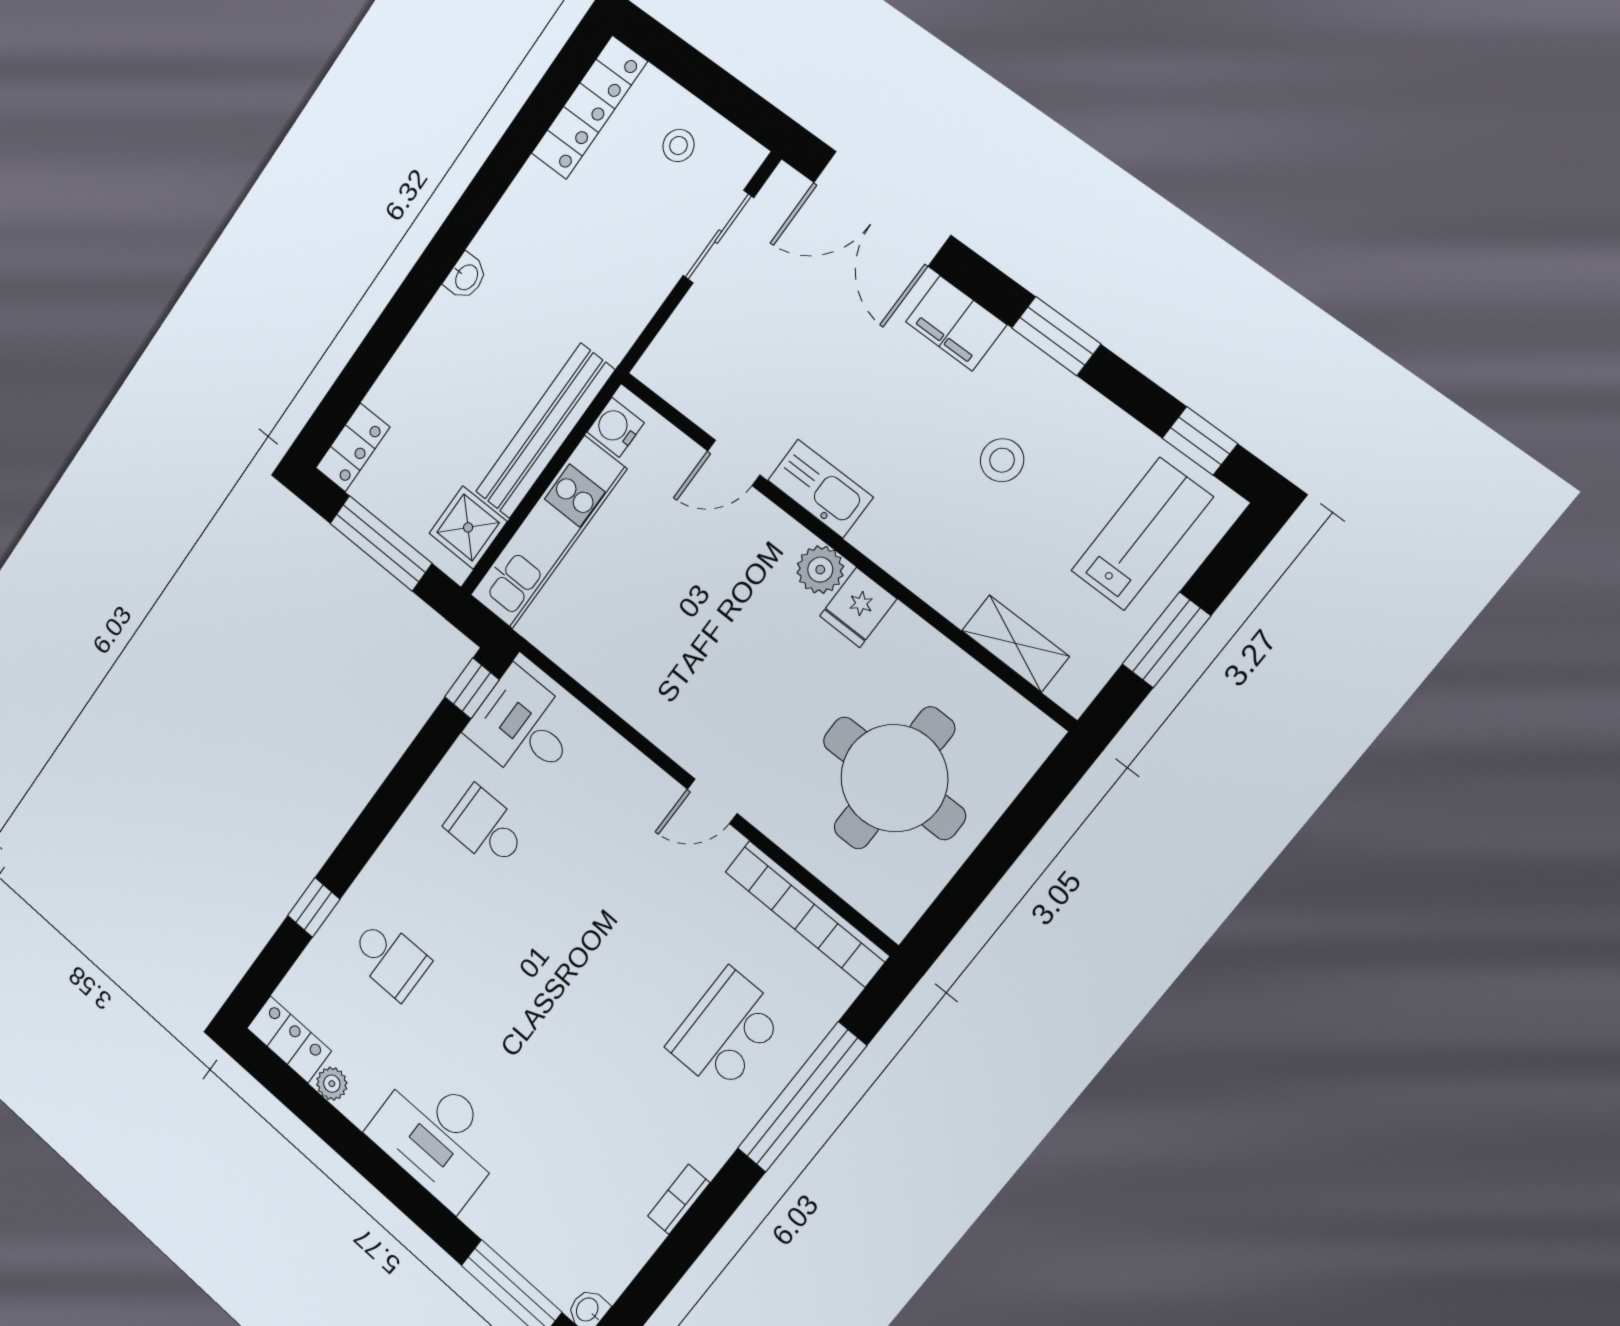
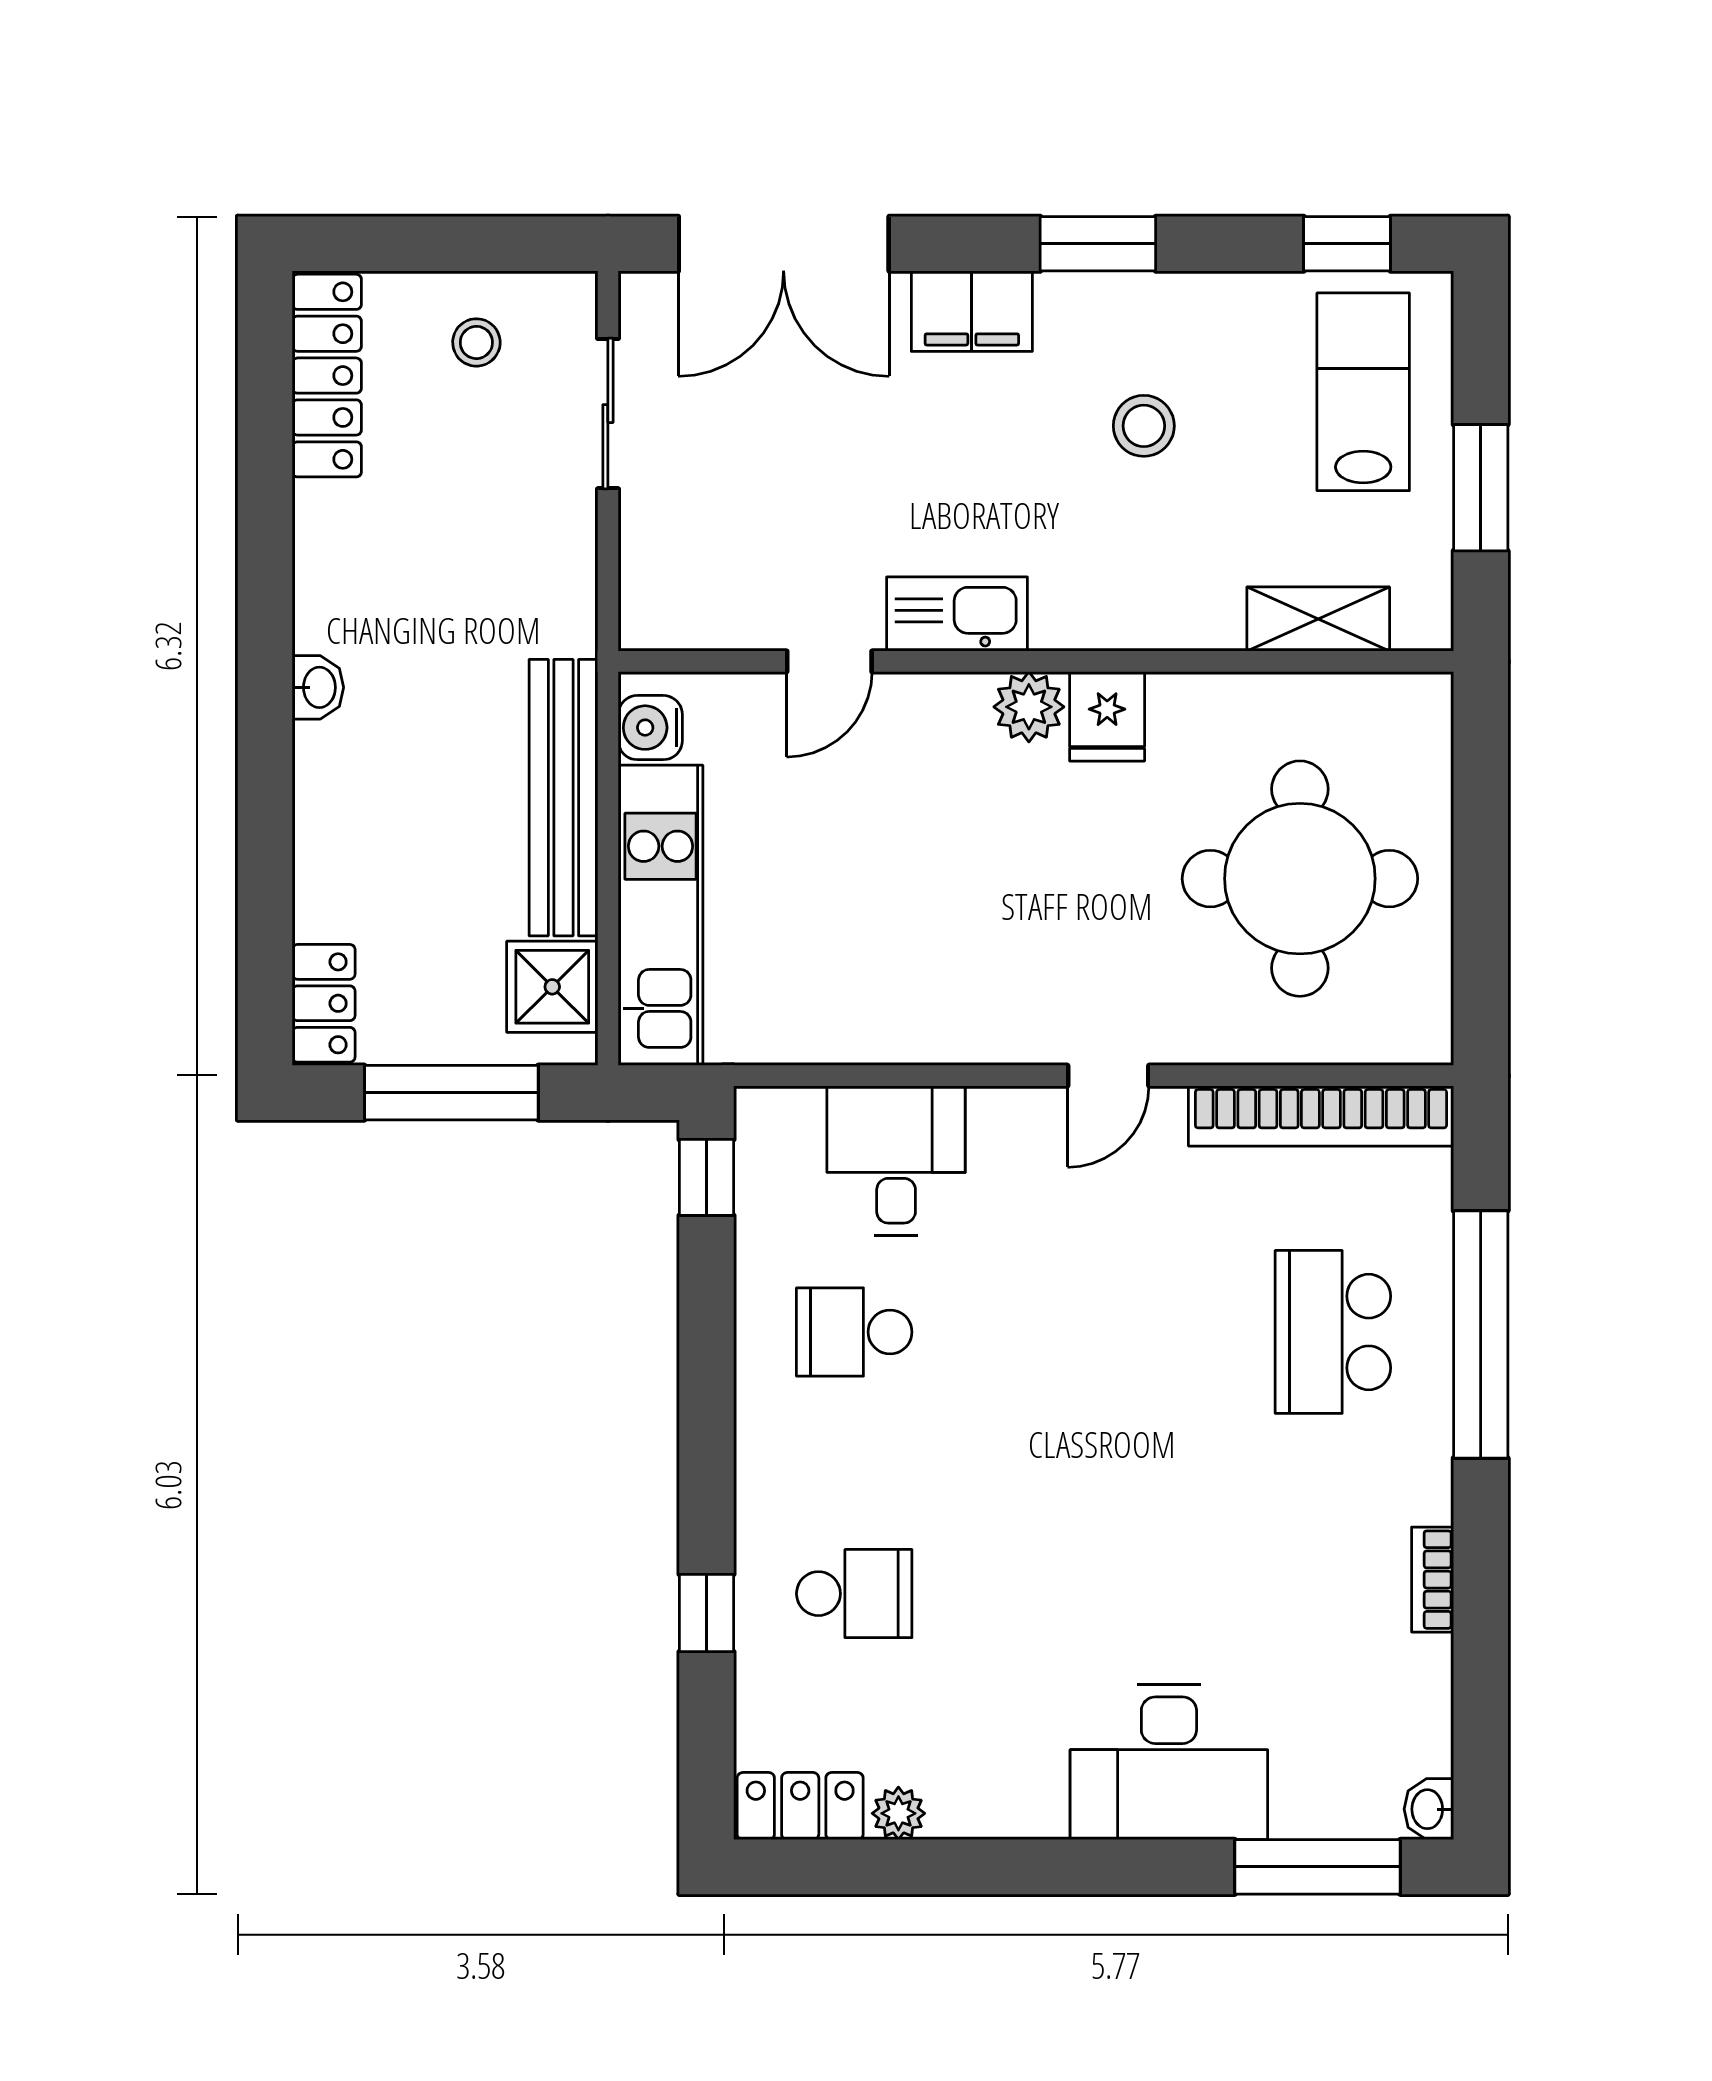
desk: (523, 727) -> (896, 1160), moved, turned 90
desk: (437, 1137) -> (1169, 1762), moved

